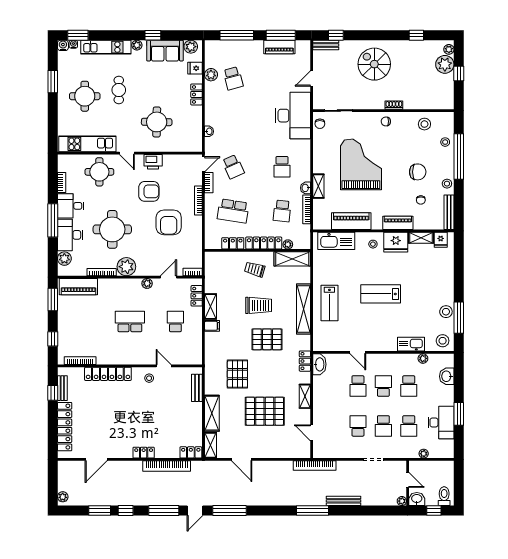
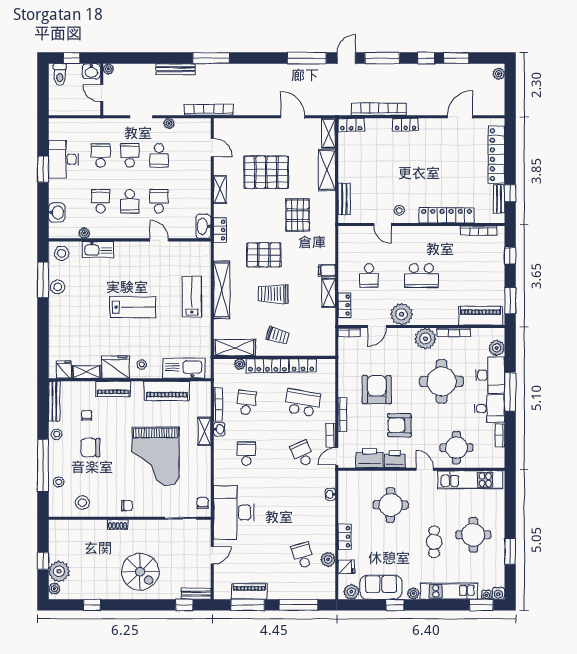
printer: (175, 163) -> (370, 458), added
plant: (147, 283) -> (402, 314), width x1.88, depth x1.88
plant: (424, 454) -> (169, 123), moved

